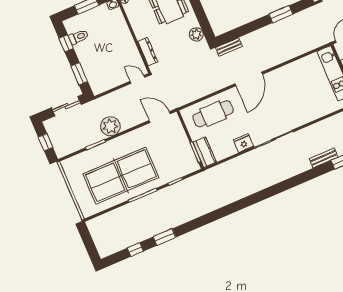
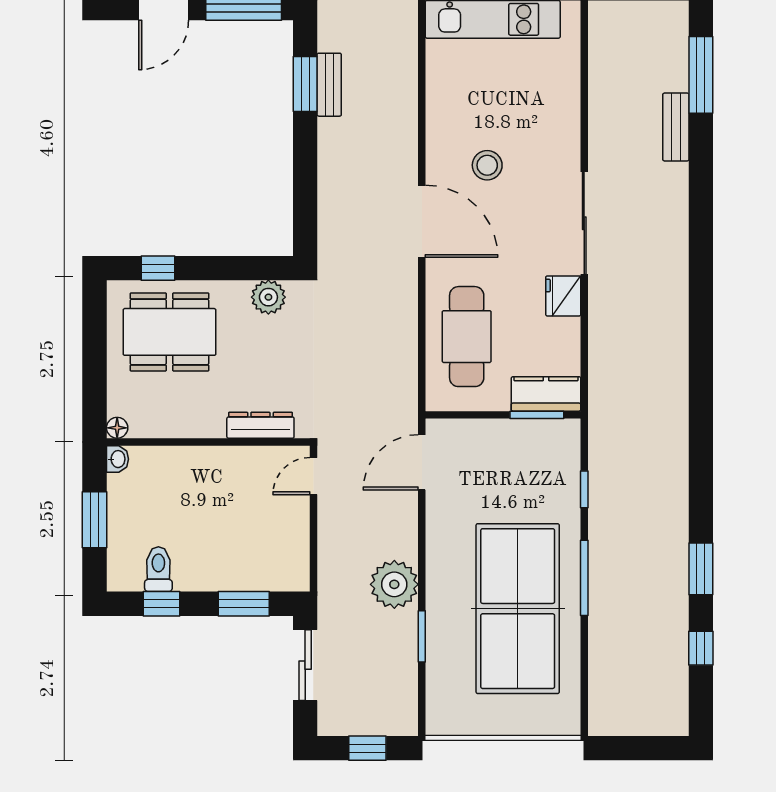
bench: (229, 47) -> (329, 85), moved
stool: (280, 94) -> (487, 165), added

